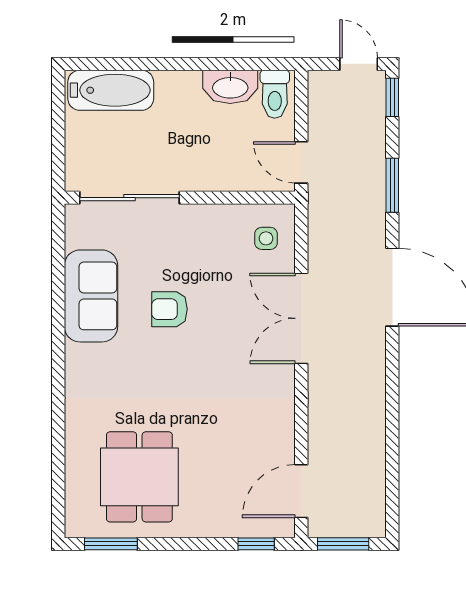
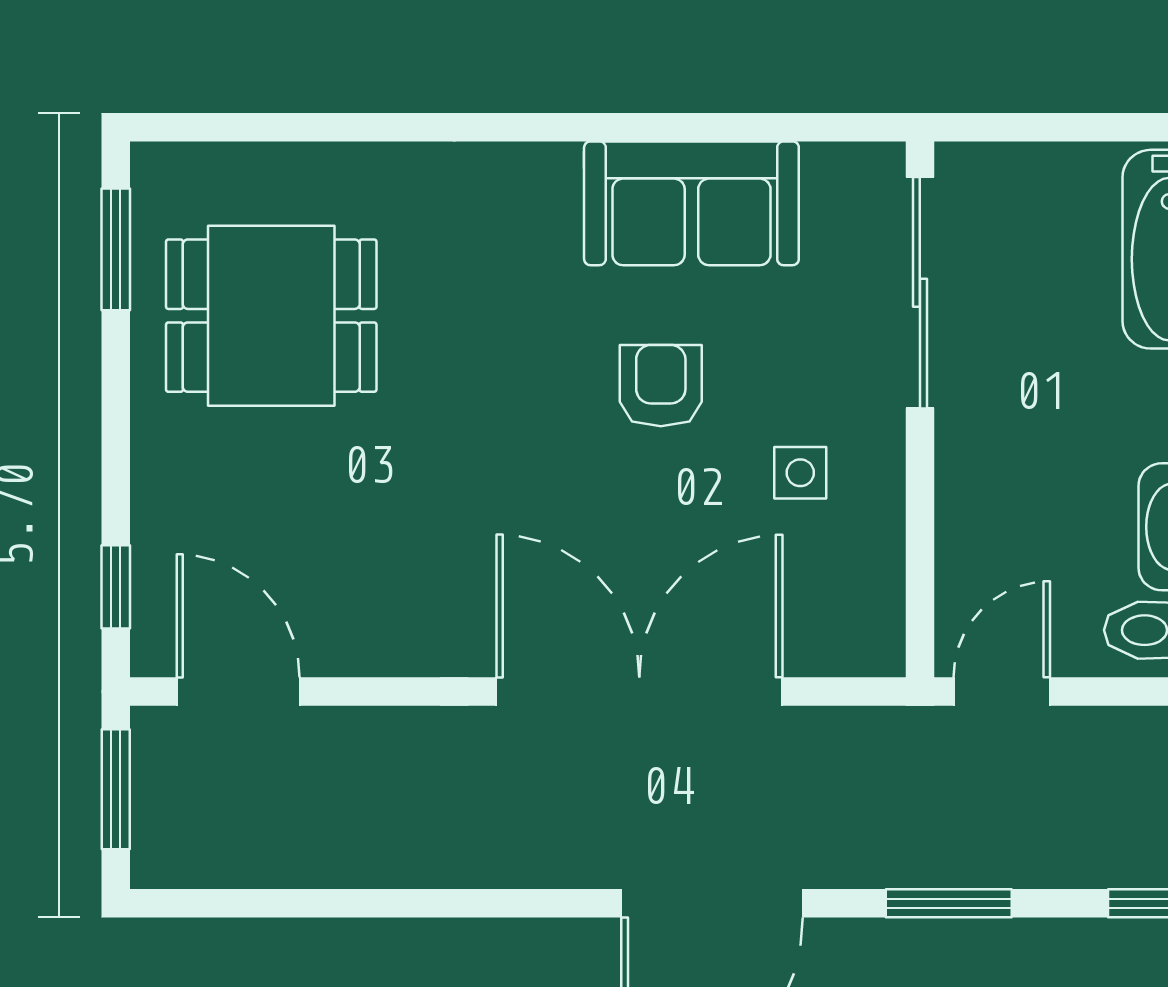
side table: (266, 238) -> (800, 473), moved
double door: (301, 318) -> (639, 692), width x1.36

